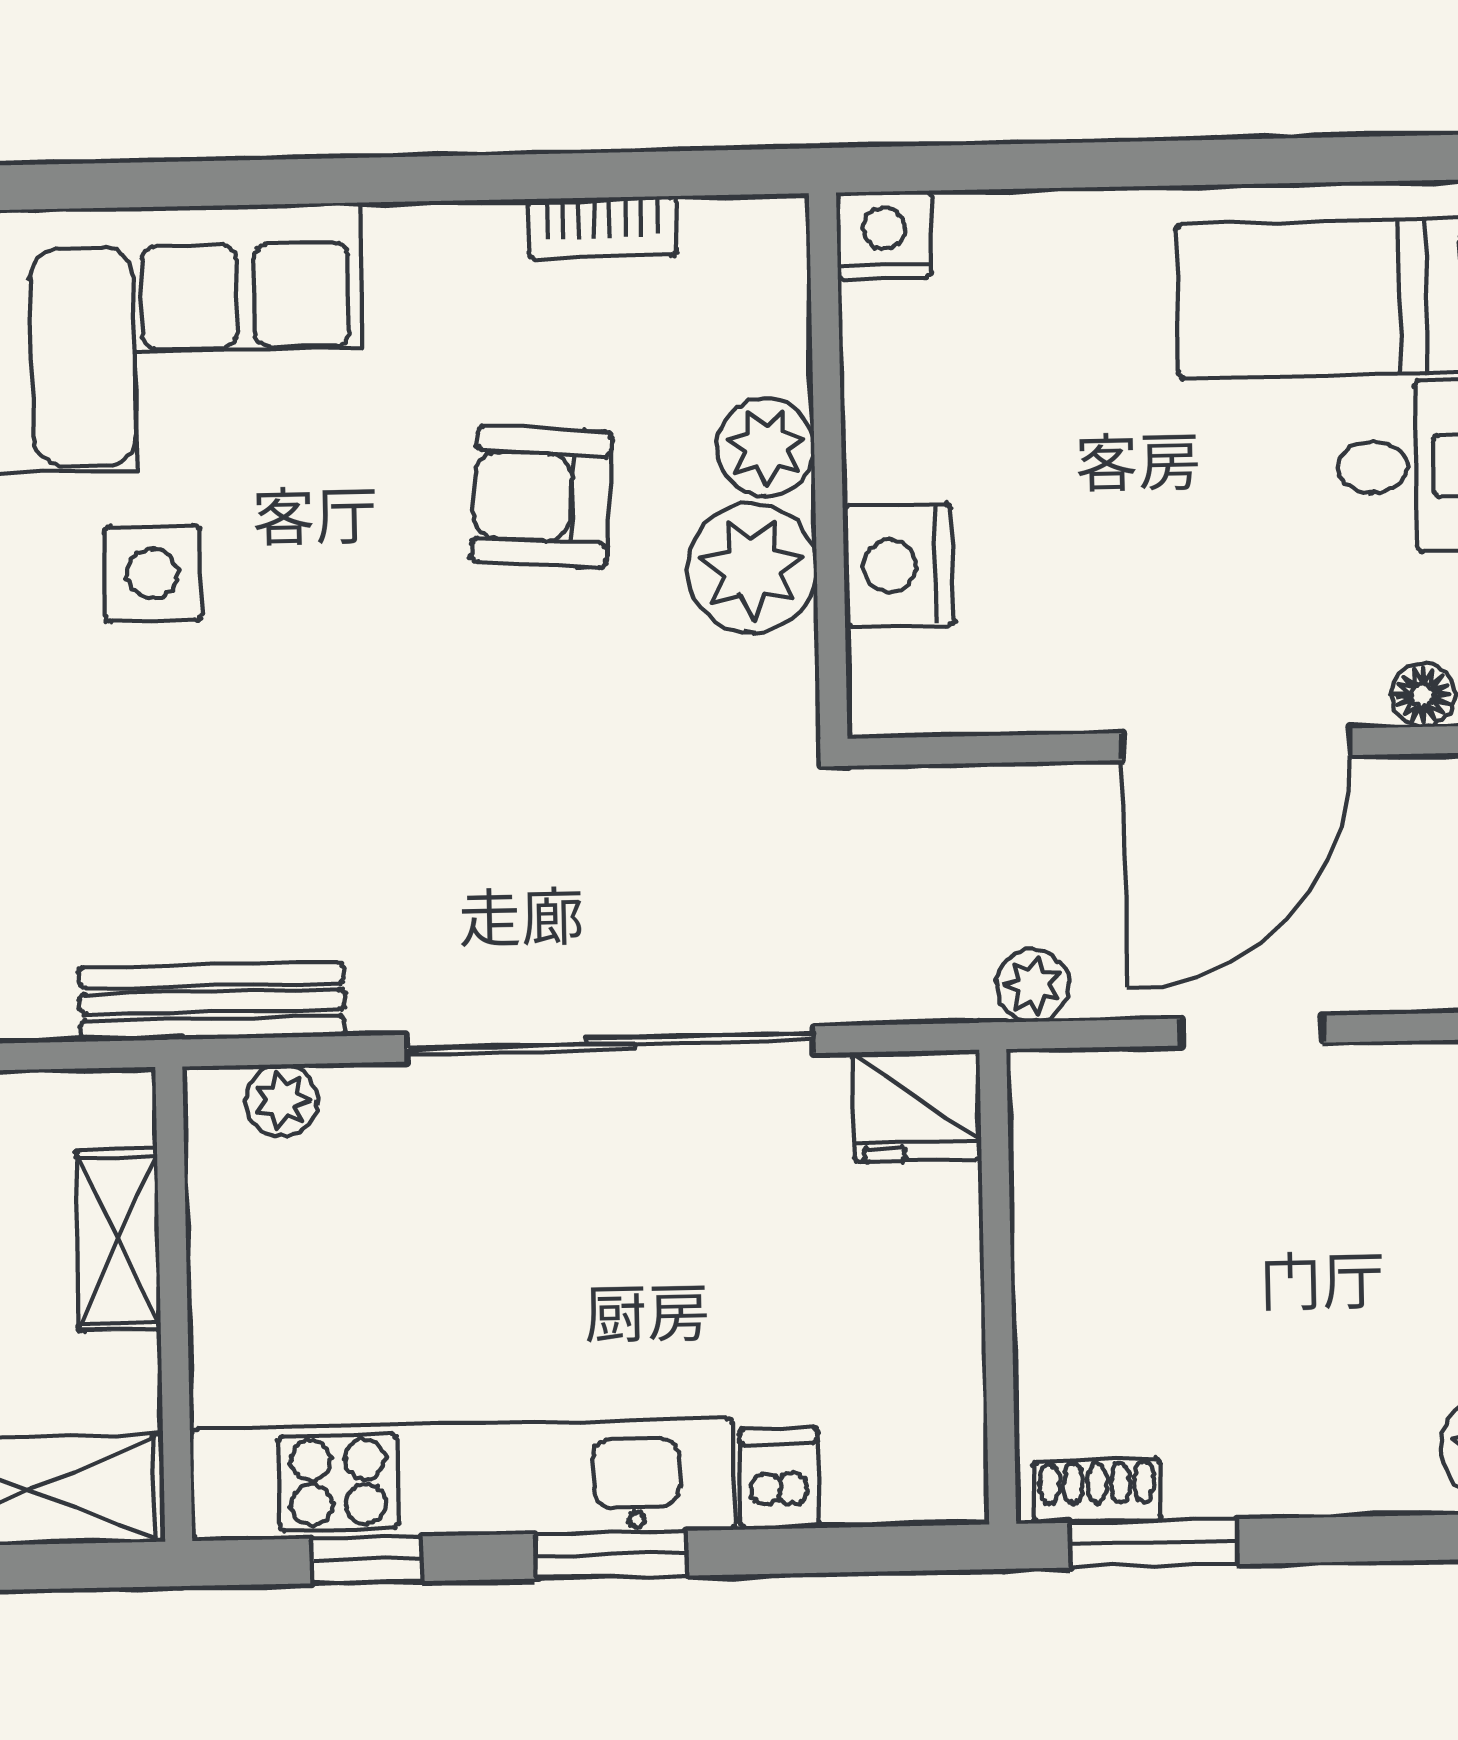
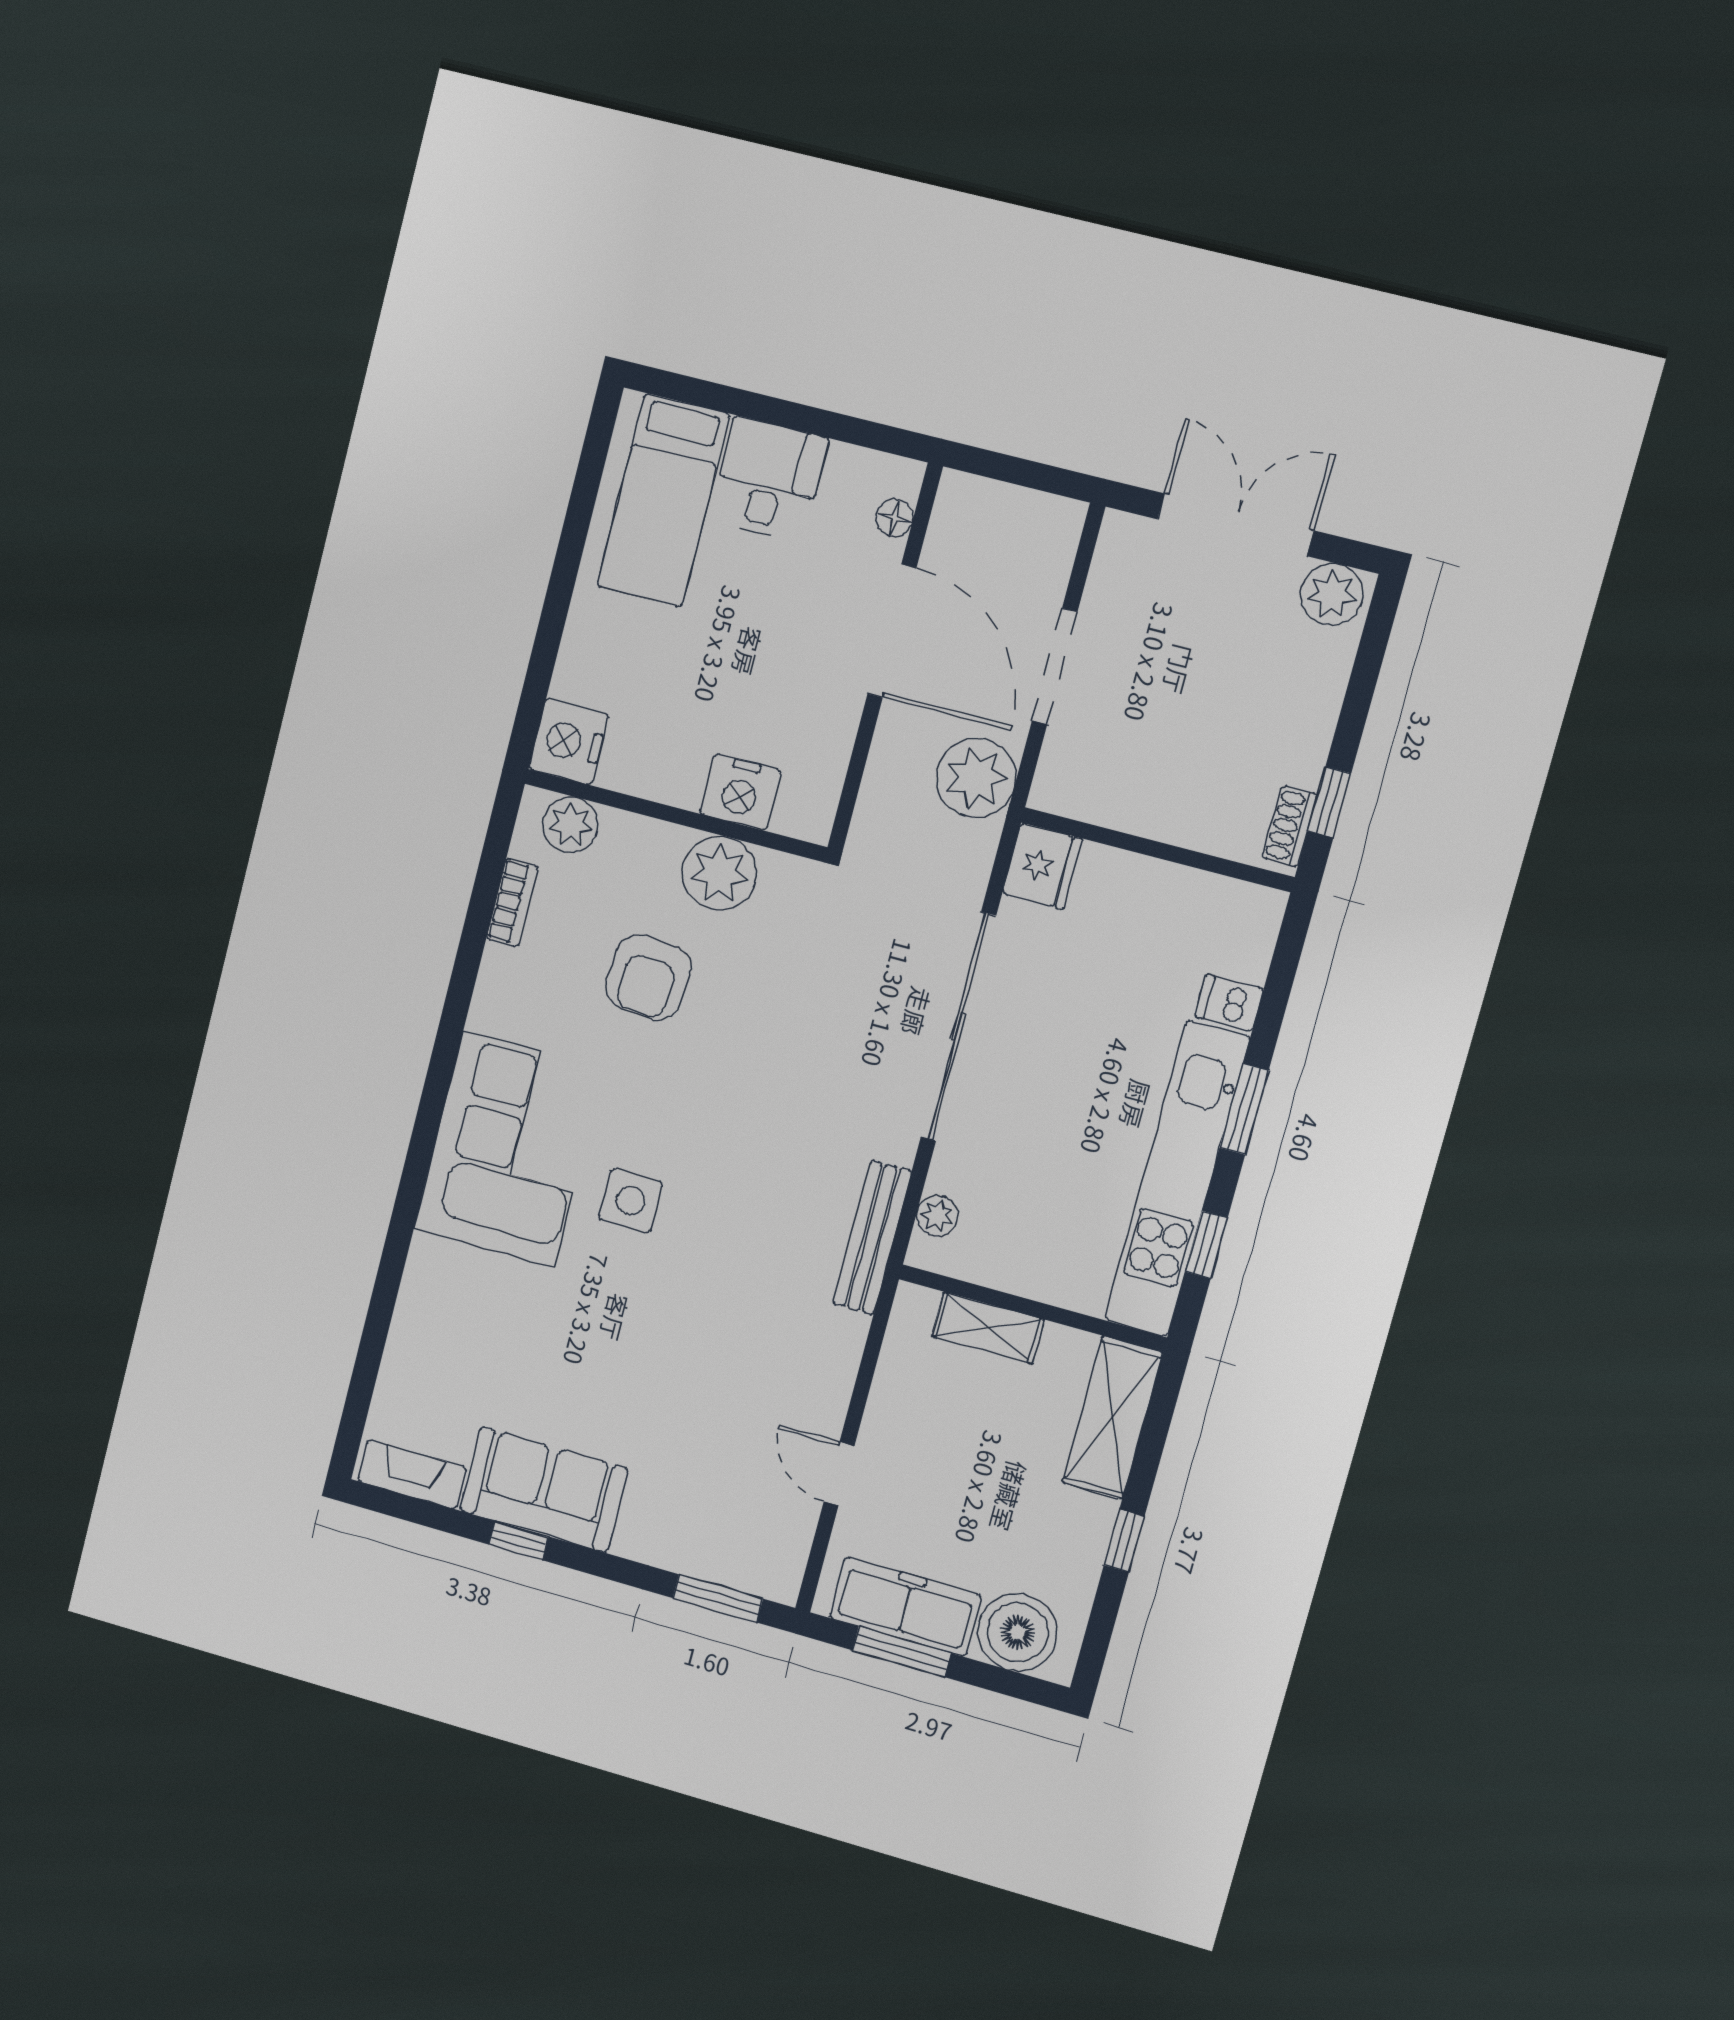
nightstand: (884, 235) -> (569, 742), width x1.36, depth x1.33
plant: (765, 447) -> (570, 825), moved
plant: (1033, 986) -> (976, 778), width x1.87, depth x1.87
doorway: (1252, 1031) -> (1055, 666), width x1.38
window: (1154, 1543) -> (1329, 802), width x0.67

